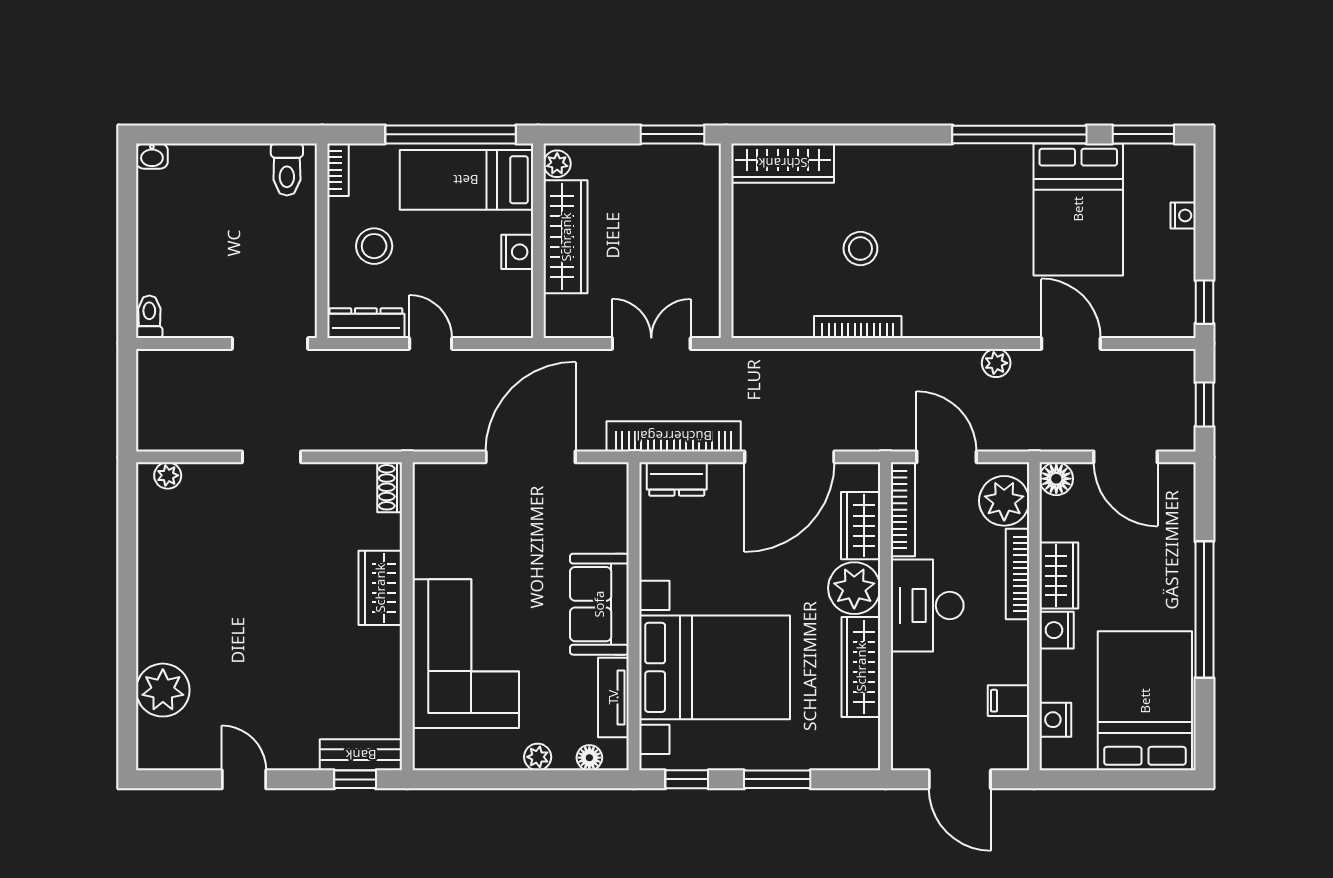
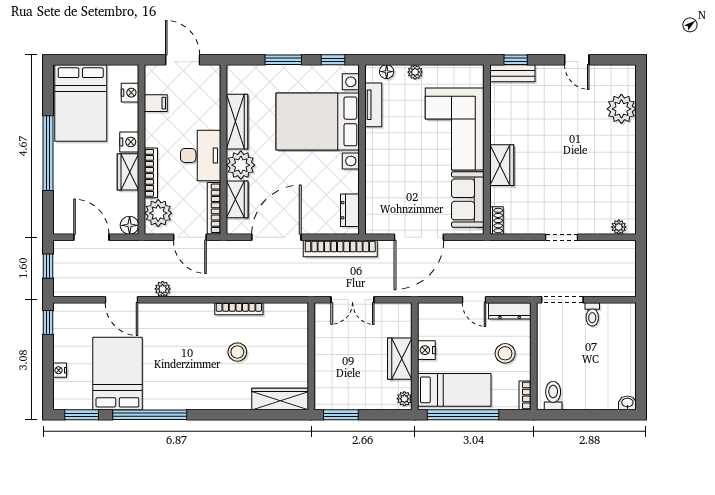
wardrobe: (566, 237) -> (400, 359), width x0.67
toilet: (149, 317) -> (592, 314), moved
dresser: (677, 479) -> (350, 210), moved, turned -90
sofa: (599, 604) -> (468, 199), moved, turned 180

